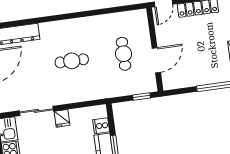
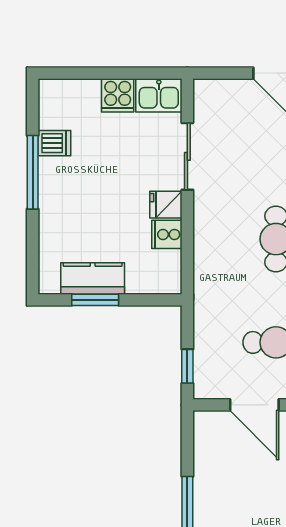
cooker: (101, 126) -> (167, 234), moved, turned -90

